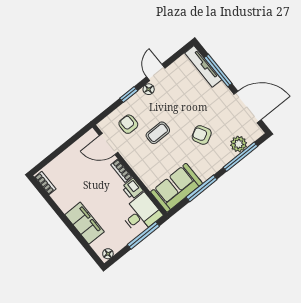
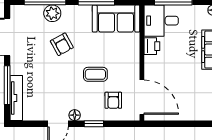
door: (109, 144) -> (142, 97), width x1.36
plant: (239, 144) -> (52, 13), moved
bookcase: (121, 171) -> (149, 68), removed

